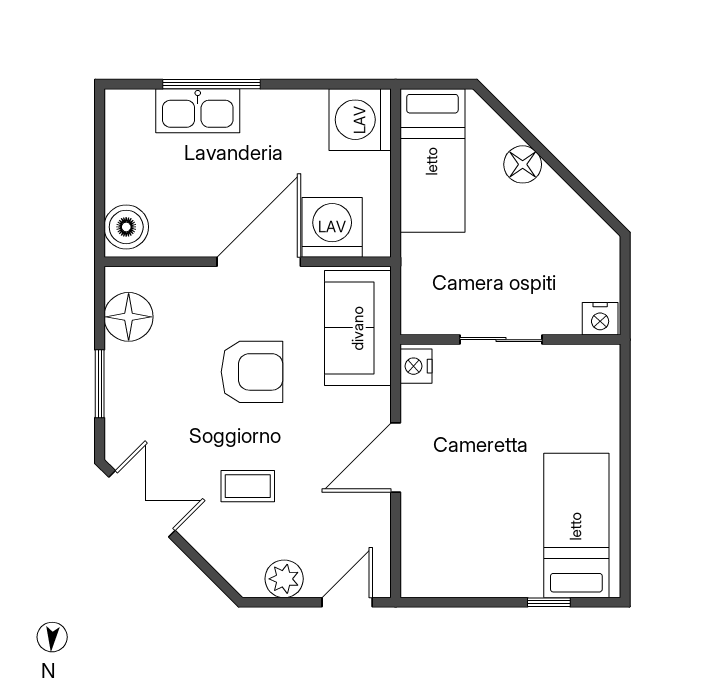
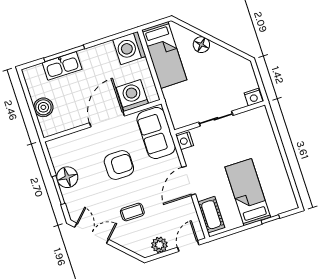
boiler: (126, 227) -> (43, 107), moved
floor lamp: (129, 317) -> (67, 177), moved
bed: (576, 526) -> (248, 192), moved
cot: (421, 549) -> (211, 215), added

